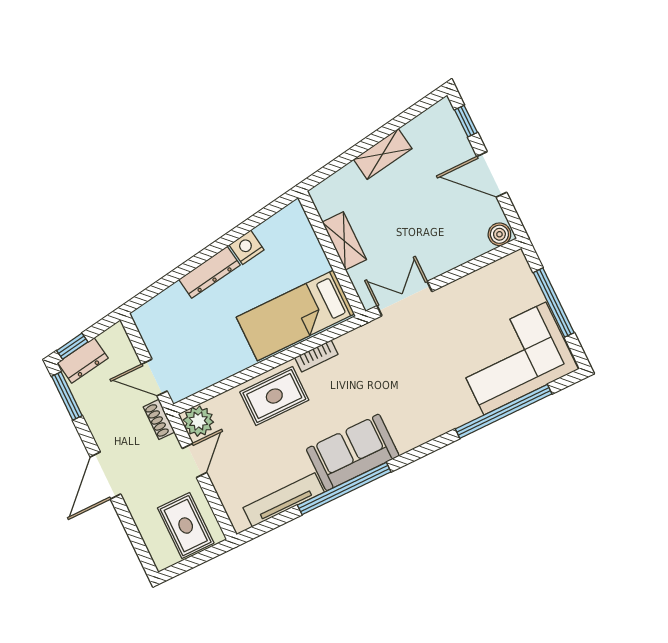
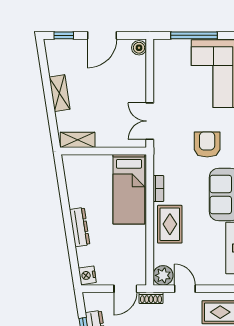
shelving: (344, 241) -> (78, 140), moved
nightstand: (247, 247) -> (87, 275), moved
armchair: (411, 394) -> (207, 144), added

